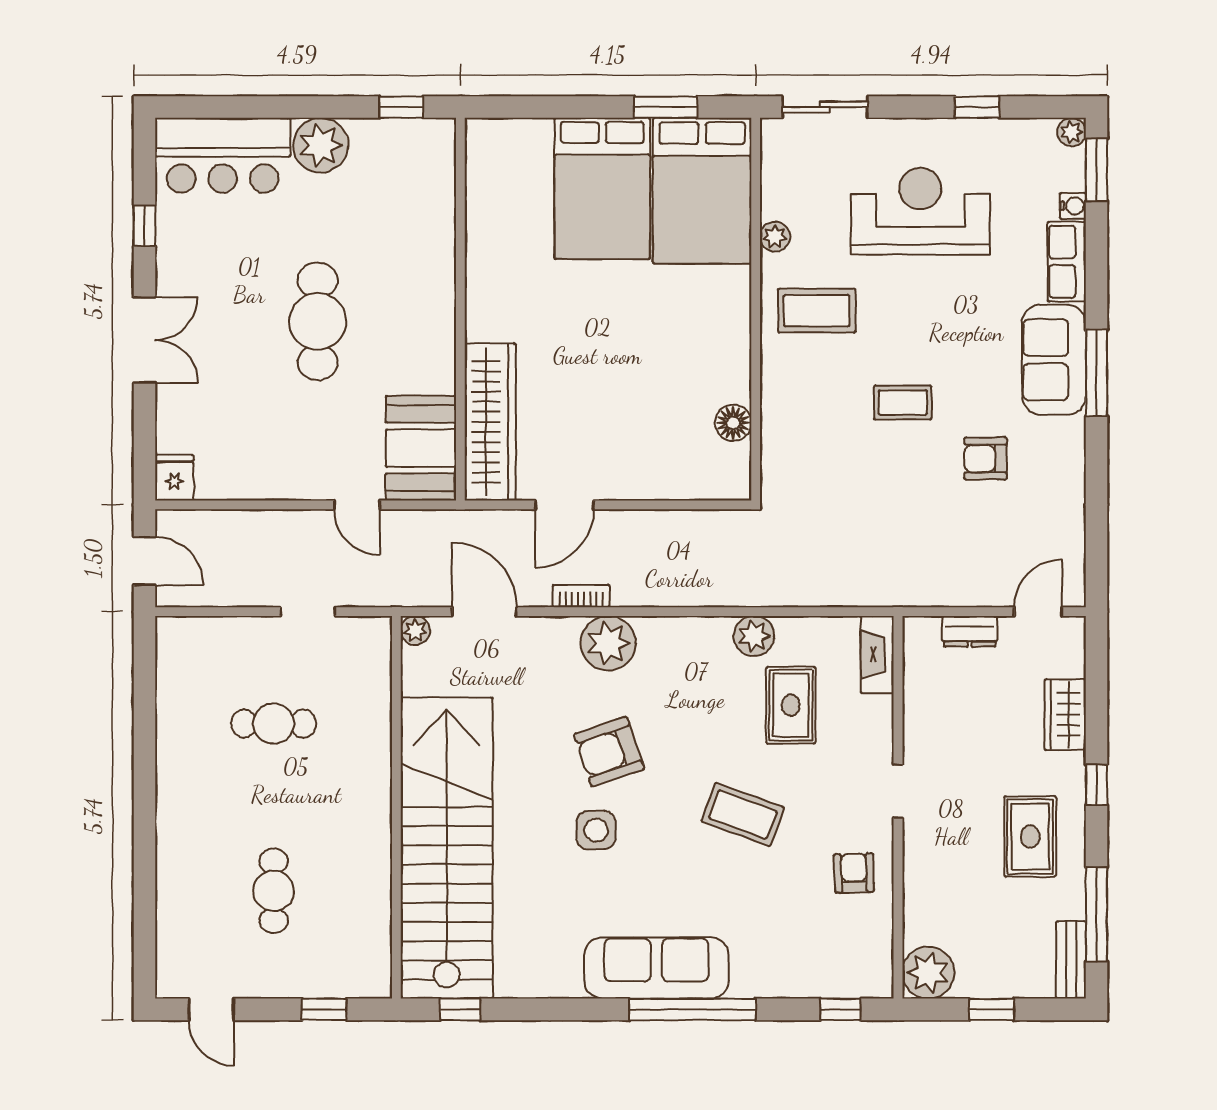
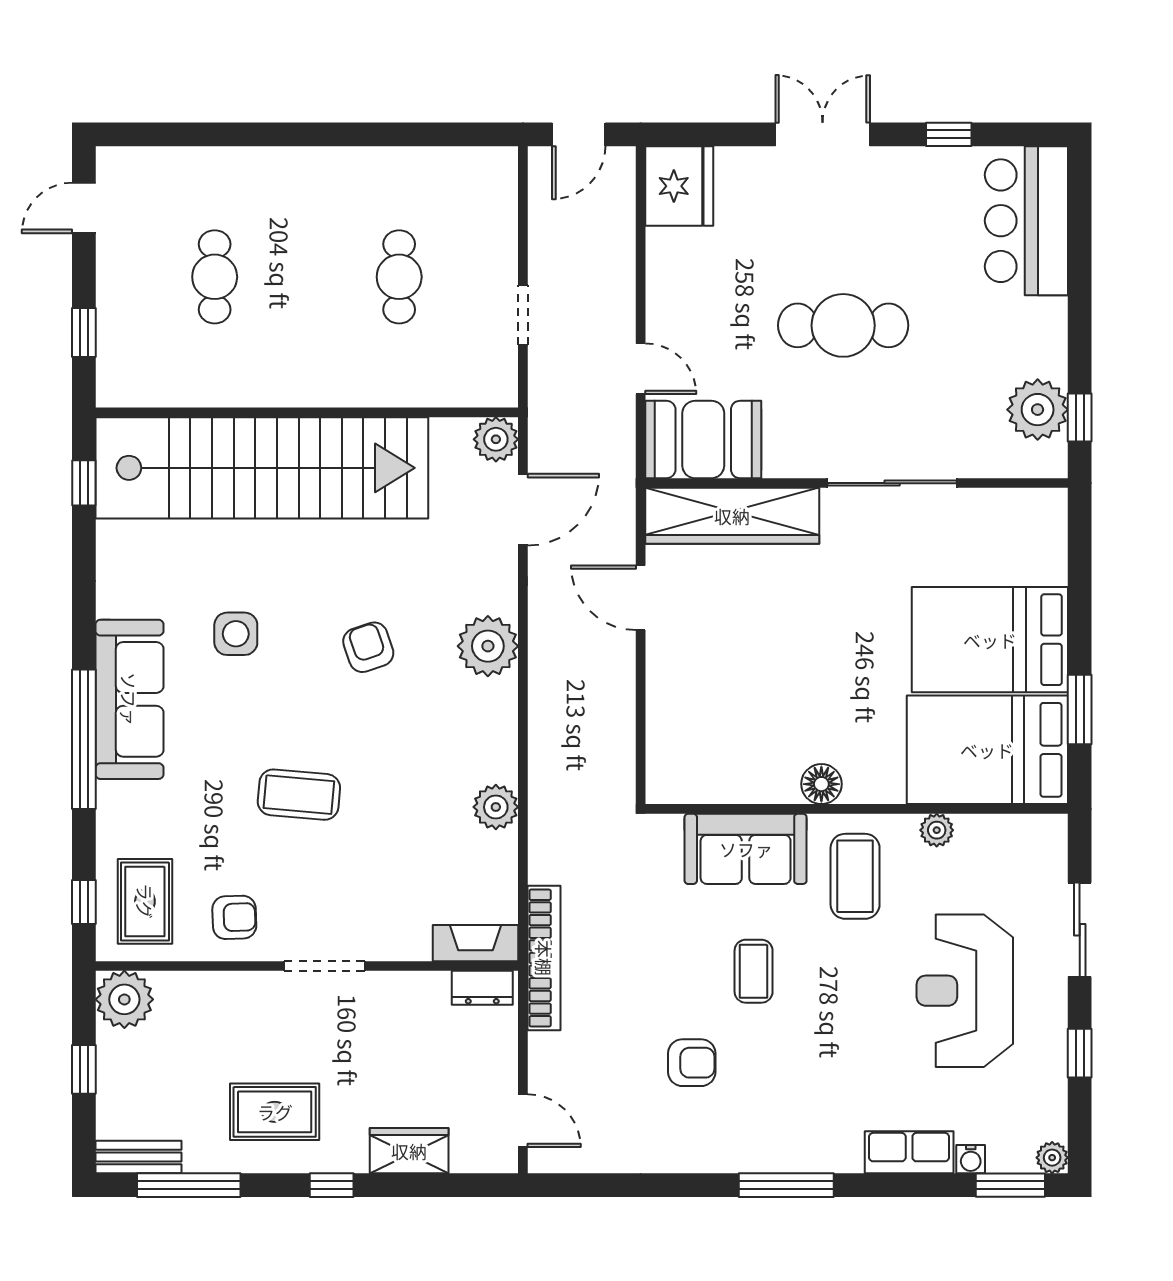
sliding door: (825, 107) -> (1080, 930), moved
plant: (321, 145) -> (1038, 410), moved
reception desk: (920, 211) -> (965, 991), turned 180
sliding door: (460, 277) -> (892, 483), added
double door: (144, 340) -> (823, 134), swing flipped
sofa: (1054, 360) -> (746, 849), moved, turned 180
floor lamp: (733, 423) -> (821, 784), moved
armchair: (986, 459) -> (692, 1063), turned 90
fridge: (174, 478) -> (679, 186), width x1.88, depth x1.34
door: (357, 505) -> (641, 369), swing flipped
bookcase: (581, 596) -> (544, 958), moved, width x2.31, depth x1.31
plant: (415, 631) -> (496, 439), width x1.38, depth x1.38
dresser: (970, 631) -> (482, 988), moved, turned -90
rug: (791, 705) -> (145, 901), moved, turned 90
armchair: (609, 752) -> (368, 647), width x0.72, depth x0.72
doorway: (898, 791) -> (325, 966), width x1.38
coffee table: (743, 814) -> (299, 795), turned 75
side table: (596, 830) -> (236, 634), moved
cafe table: (274, 891) -> (215, 277), turned 90

